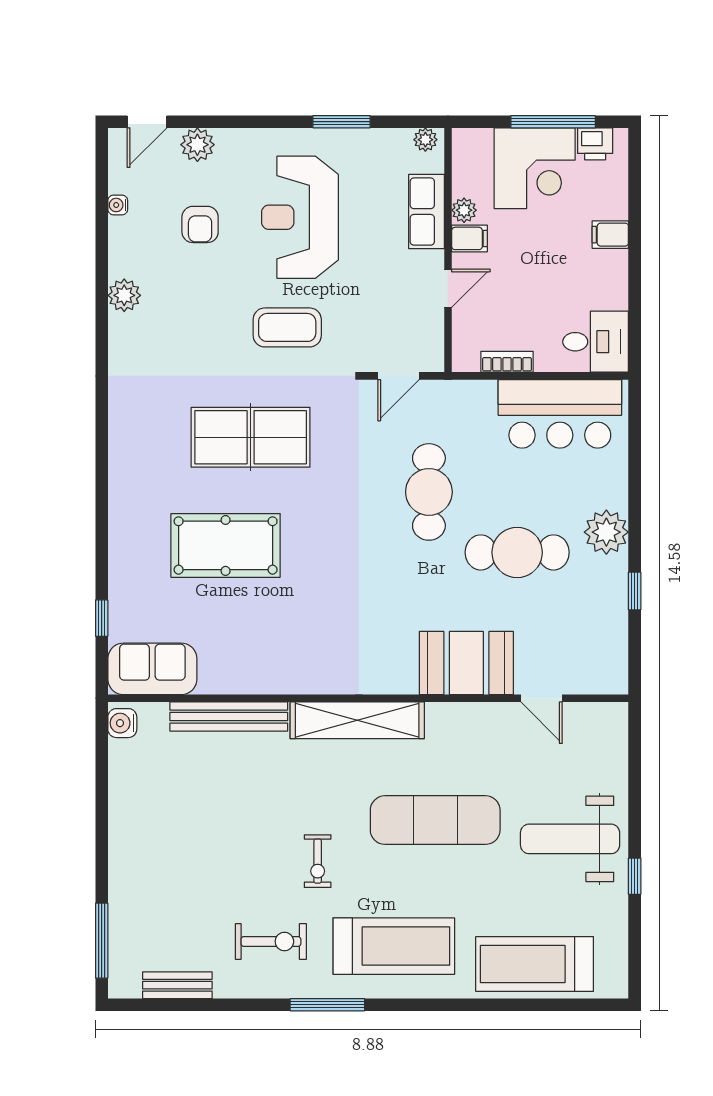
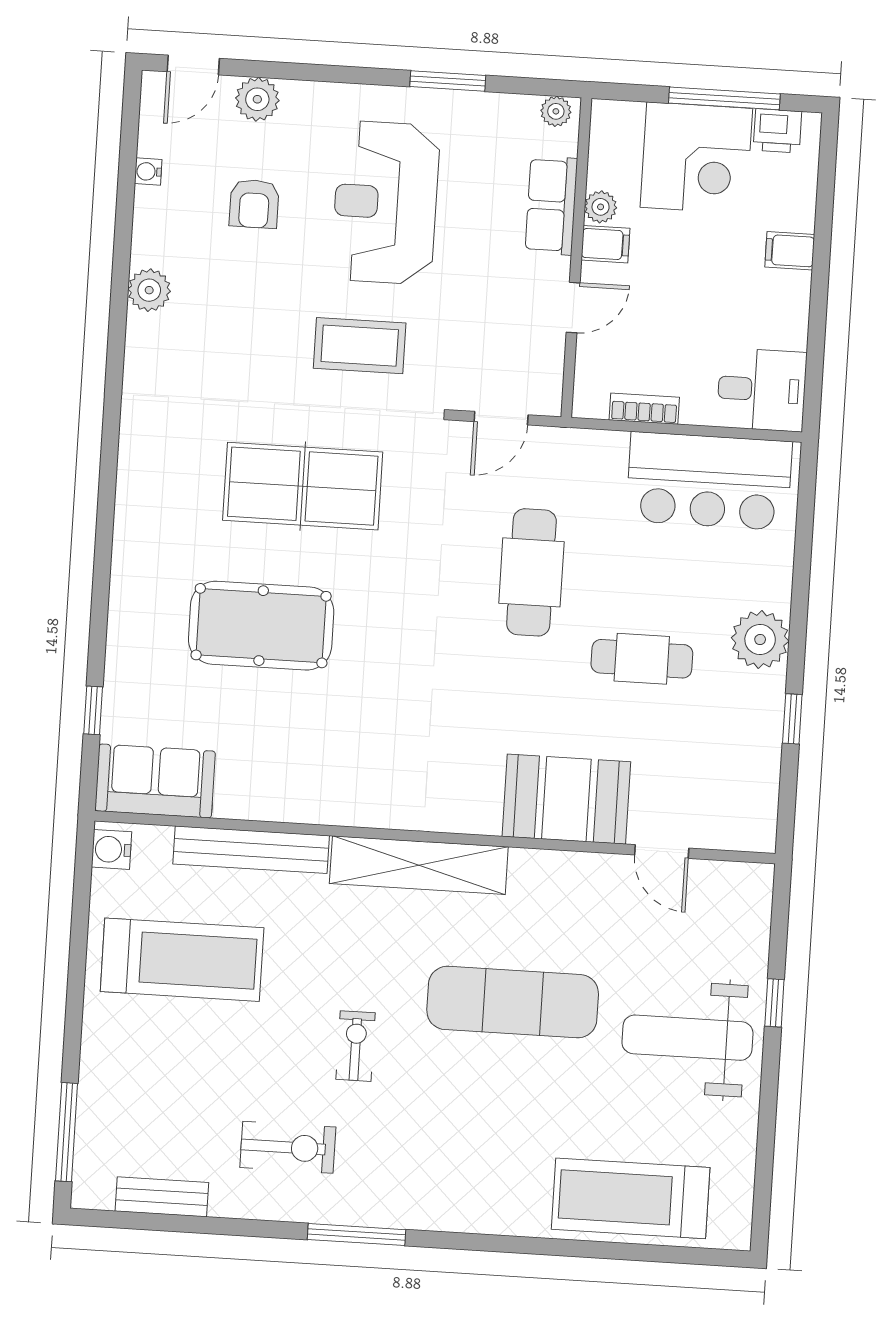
cafe table: (517, 552) -> (642, 659), width x0.73, depth x0.74
exercise bike: (318, 861) -> (356, 1046), turned 180
window: (635, 876) -> (774, 1003), moved
treadmill: (394, 946) -> (182, 960), moved

